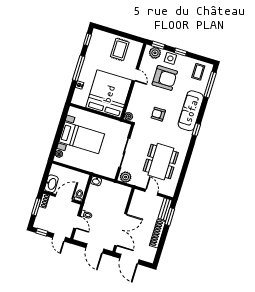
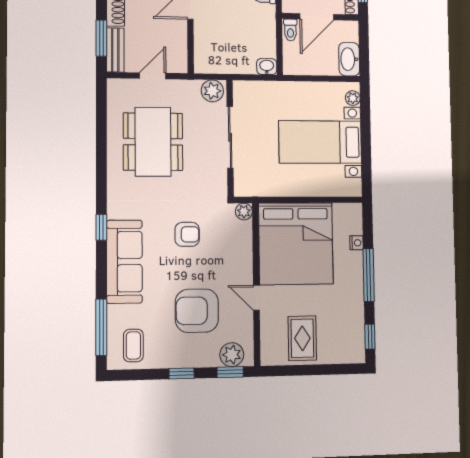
side table: (170, 58) -> (198, 354), removed
washbasin: (51, 184) -> (349, 59), moved
door: (151, 192) -> (153, 76), swing flipped

